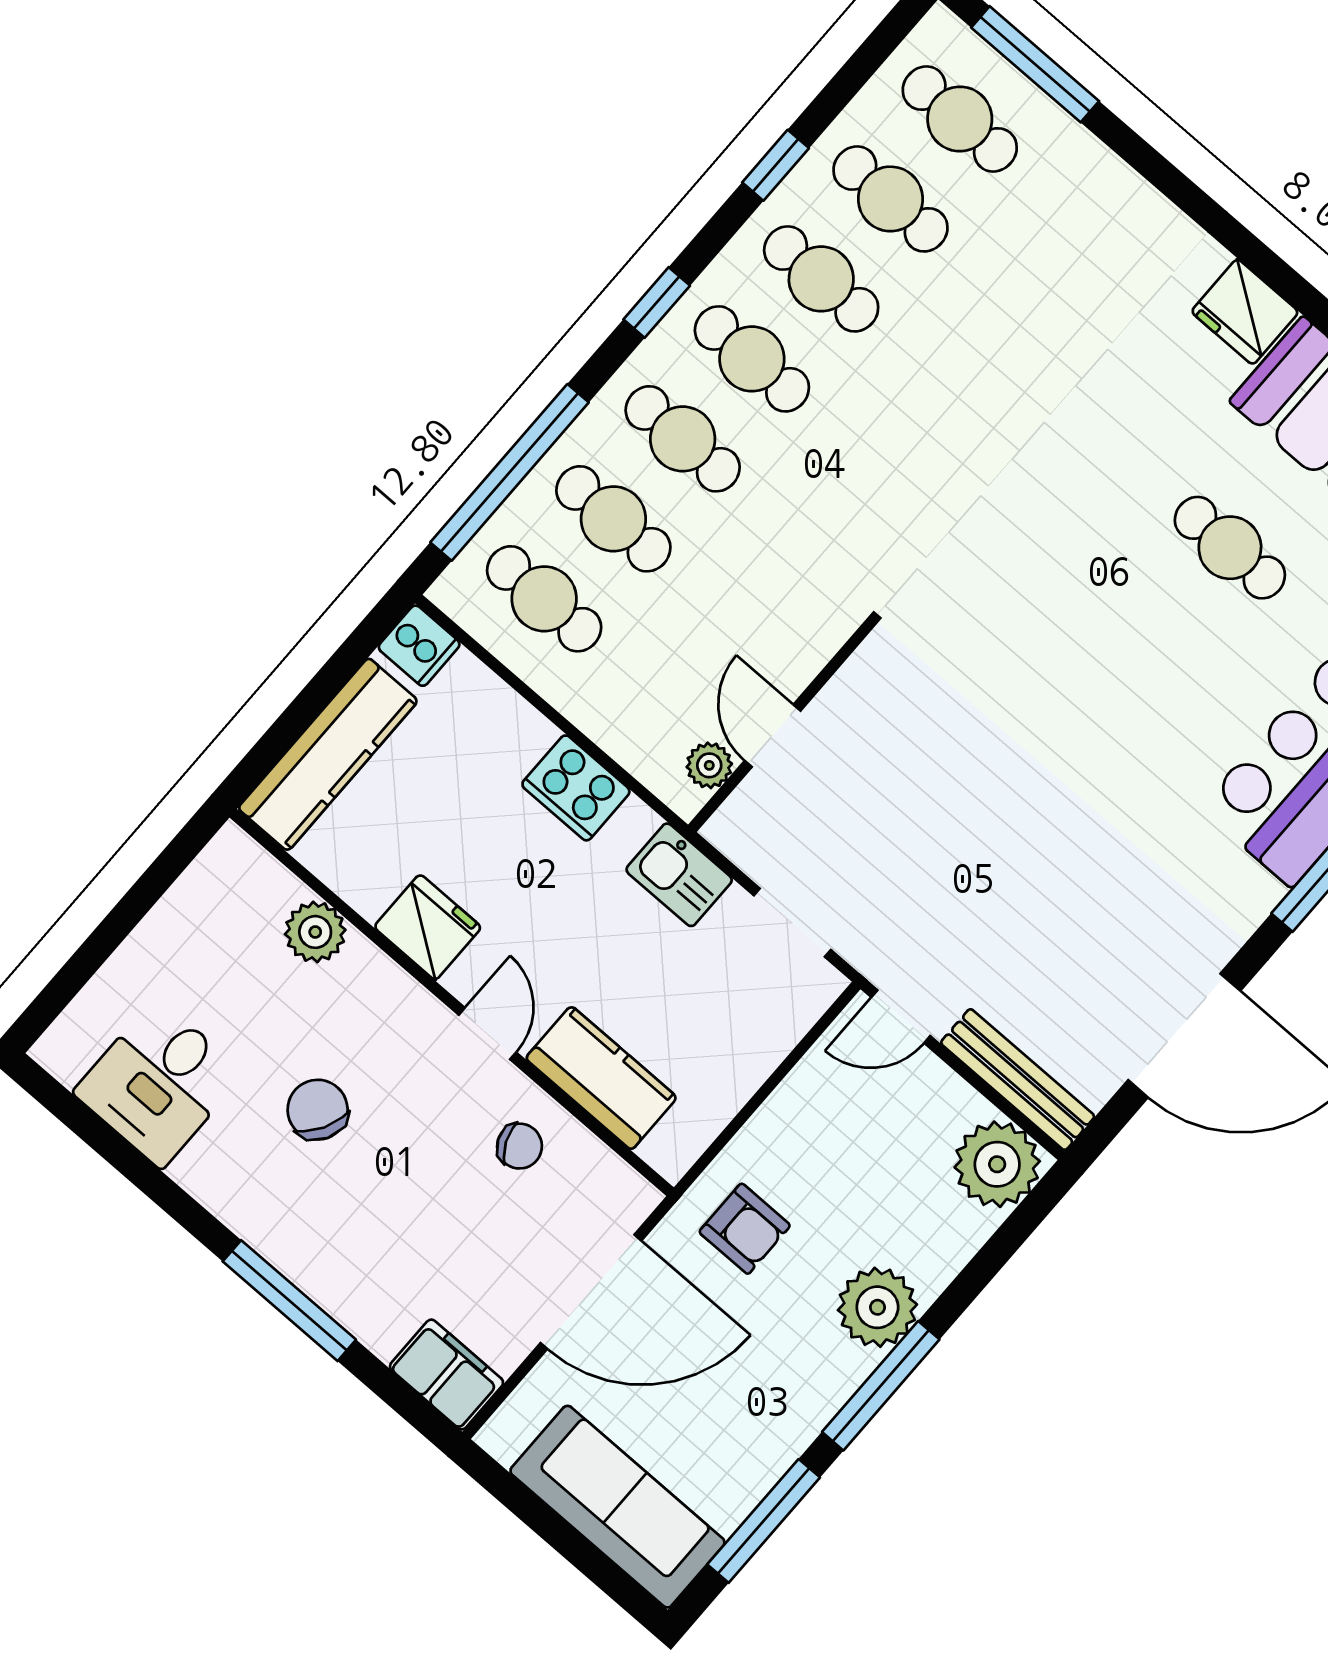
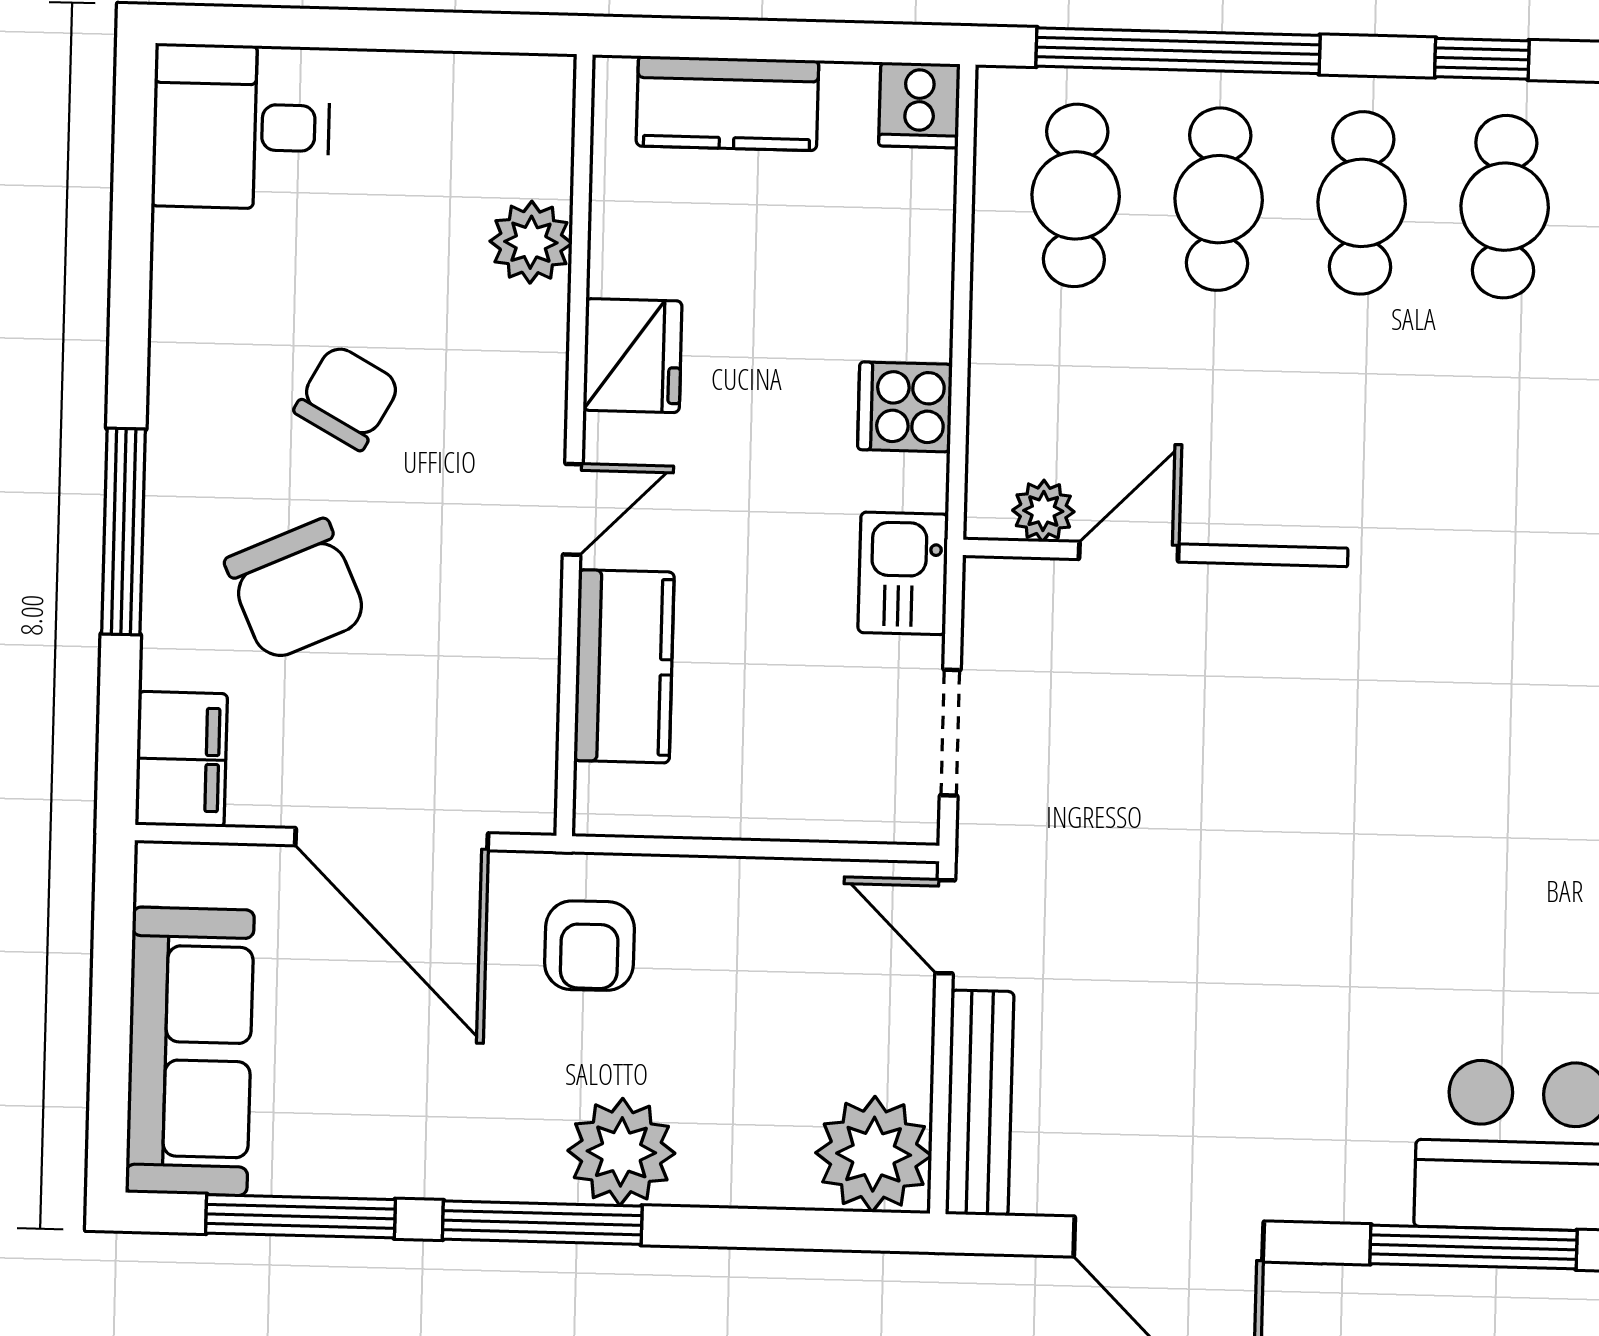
kitchen counter: (328, 754) -> (727, 103), width x0.67
cooker: (576, 788) -> (905, 407), width x0.73
desk: (159, 1083) -> (241, 127), moved
chair: (520, 1146) -> (296, 590), moved, width x1.87, depth x1.87

